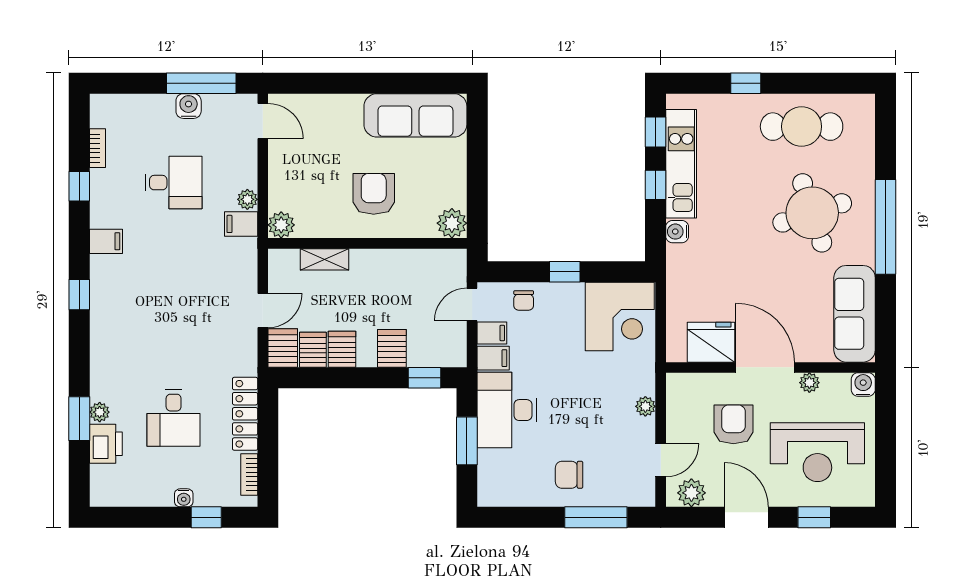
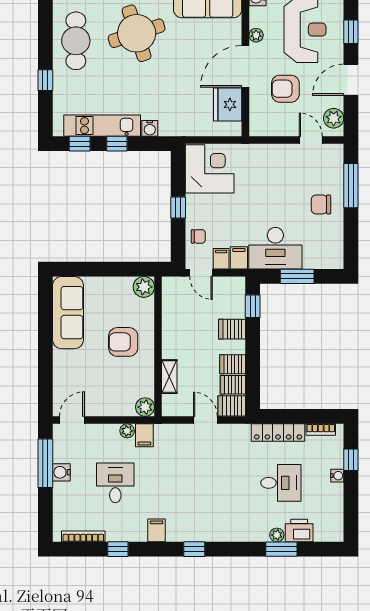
bookcase: (97, 148) -> (83, 536), width x1.56
plant: (645, 406) -> (273, 151), removed
chair: (569, 475) -> (321, 204), turned 90

